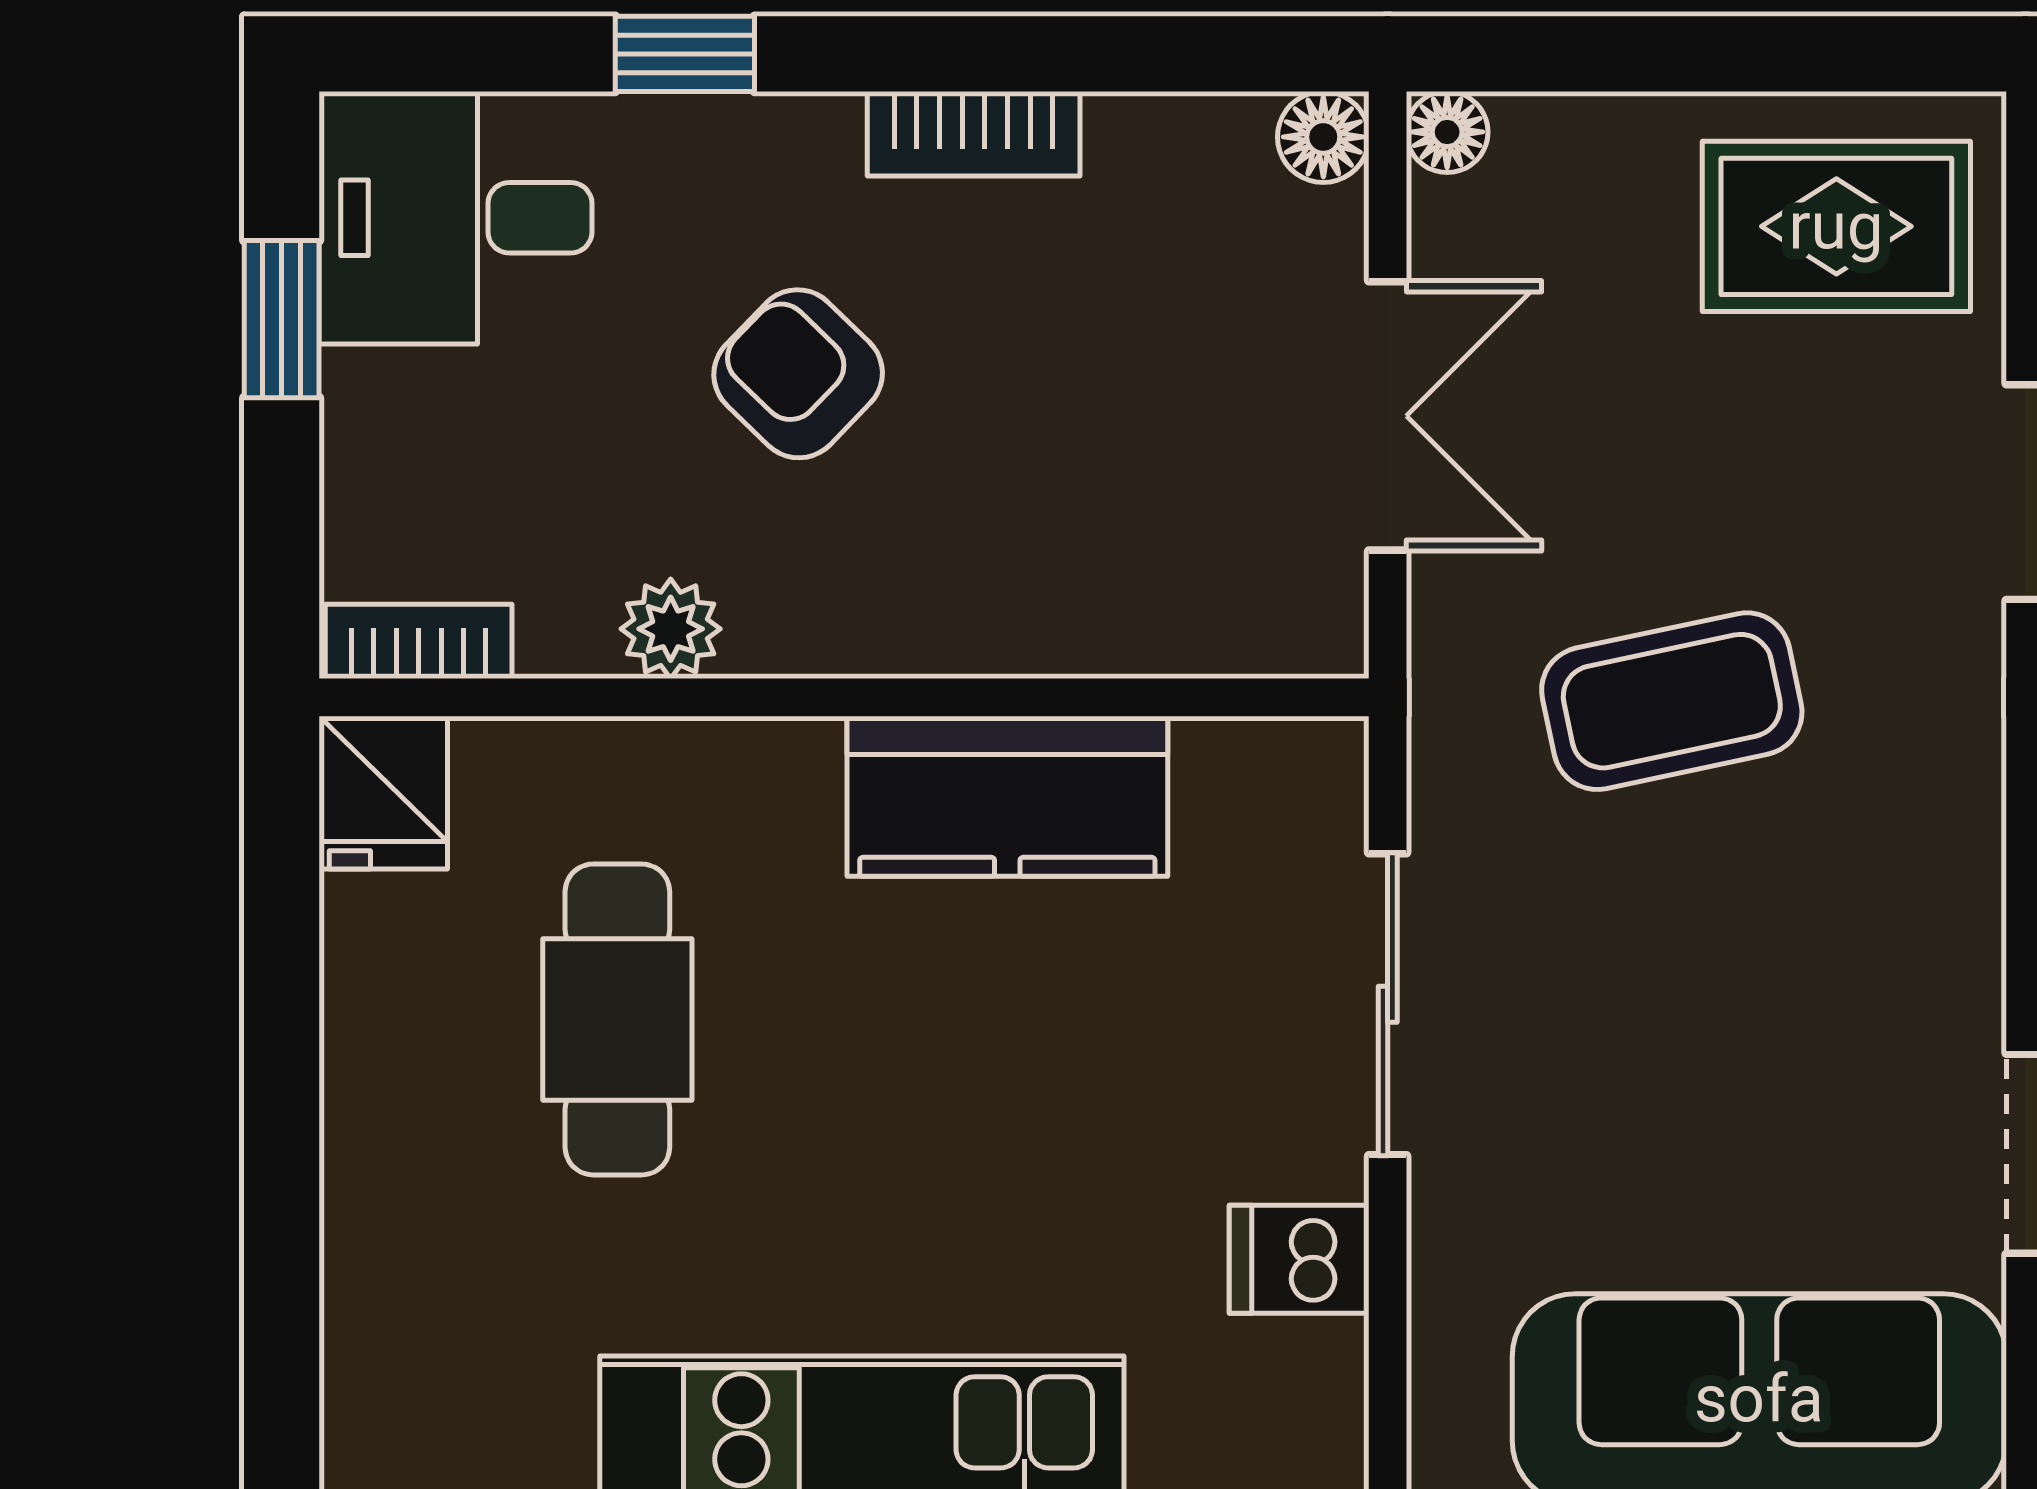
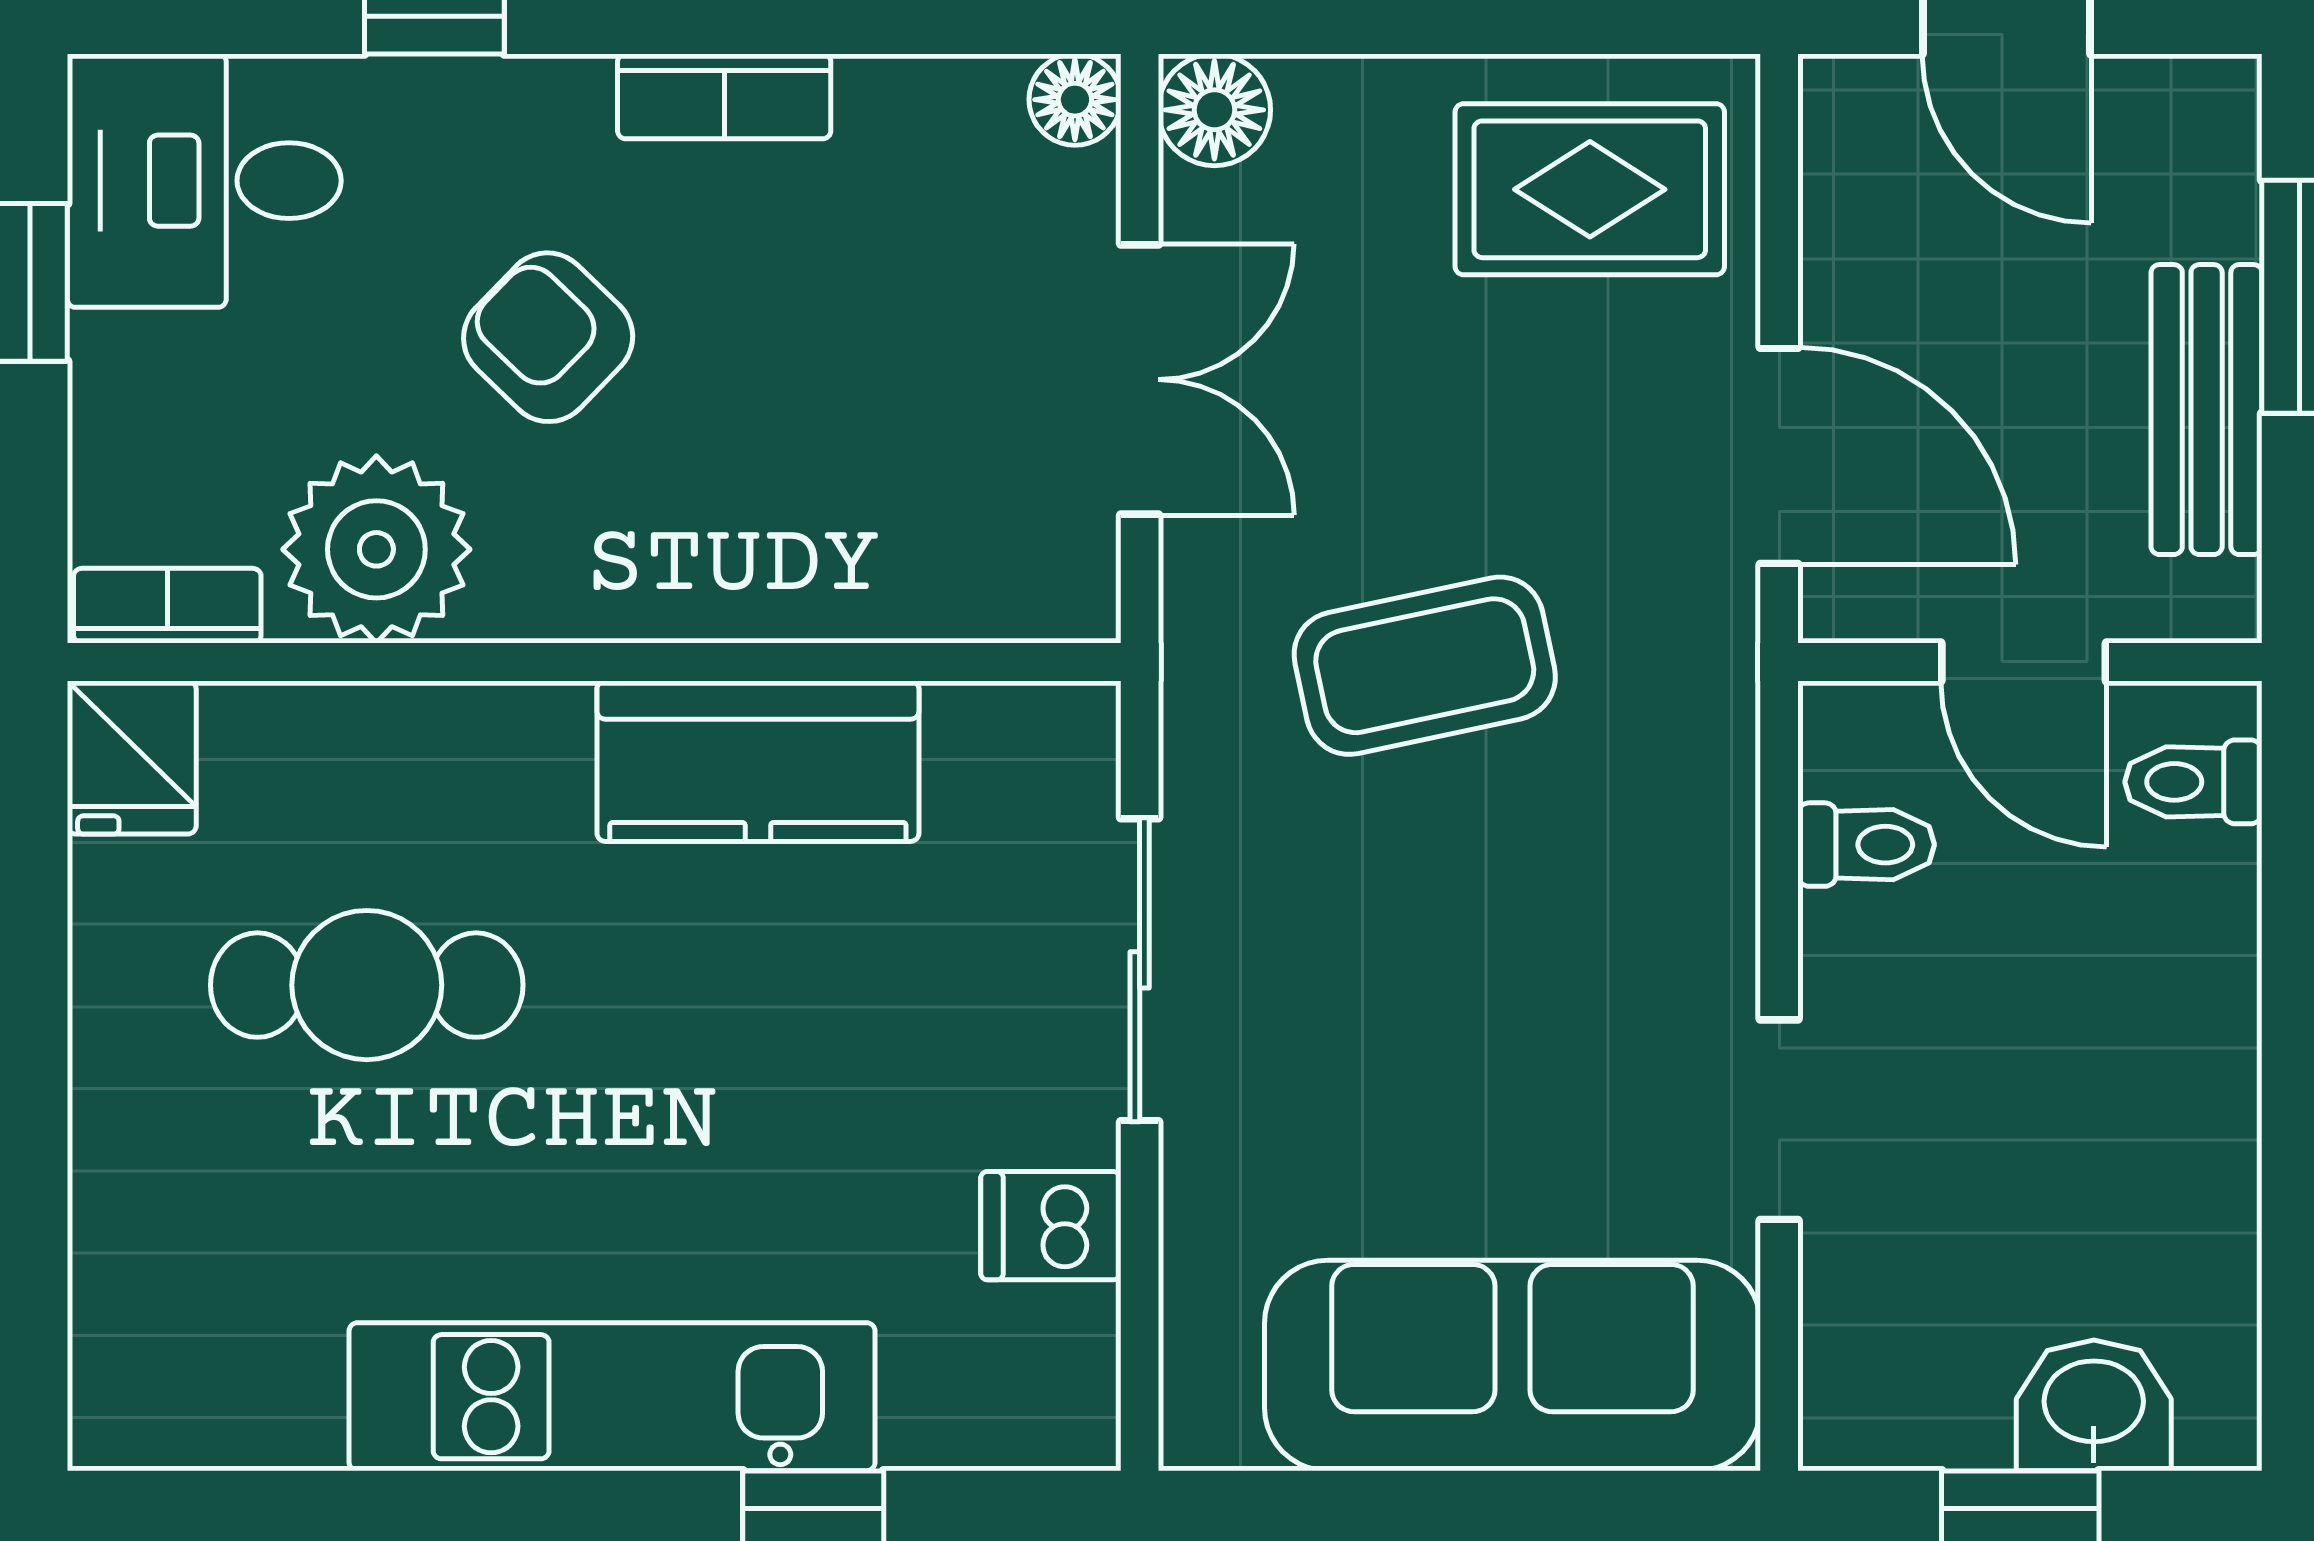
floor lamp: (1447, 132) -> (1214, 110), width x1.37, depth x1.37
plant: (671, 629) -> (376, 549), width x1.88, depth x1.88
cafe table: (617, 1019) -> (367, 985), turned 90

